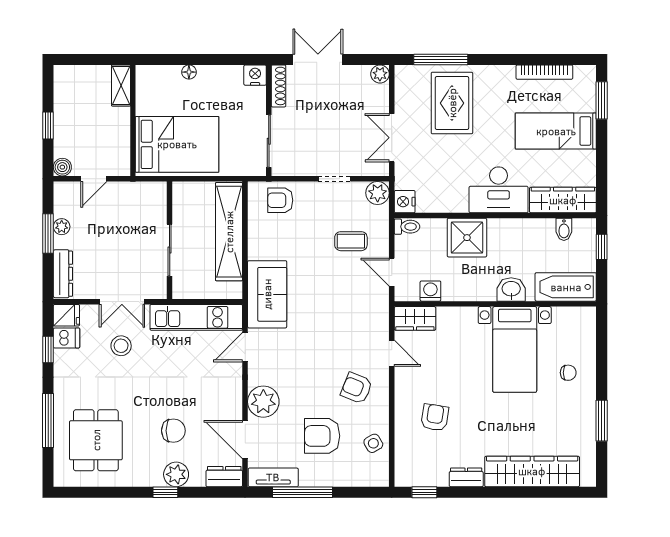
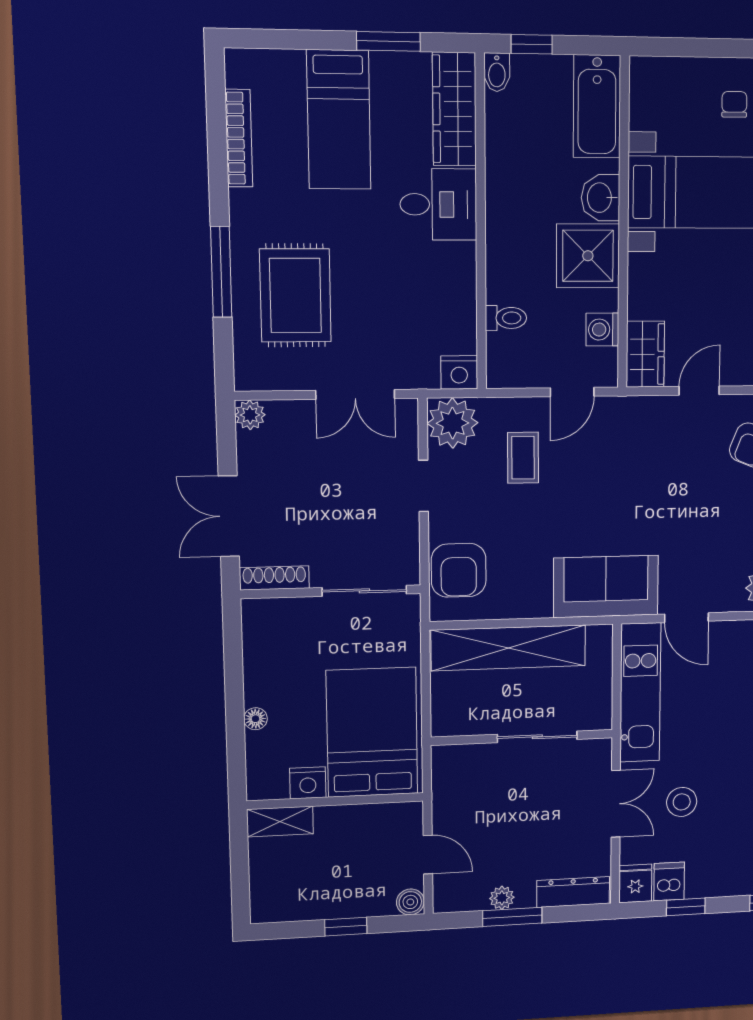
window: (441, 59) -> (221, 272), moved
nightstand: (255, 75) -> (308, 783), moved, turned -90
window: (602, 100) -> (388, 41), moved
rug: (452, 103) -> (295, 295), turned 90
desk: (499, 190) -> (438, 204), width x0.73
plant: (378, 193) -> (453, 423), width x1.36, depth x1.36
armchair: (280, 200) -> (459, 570), width x1.38, depth x1.38
toilet: (407, 227) -> (506, 318), moved, turned 90
bidet: (564, 229) -> (497, 72), moved, turned 90
shower: (467, 238) -> (588, 256), moved

